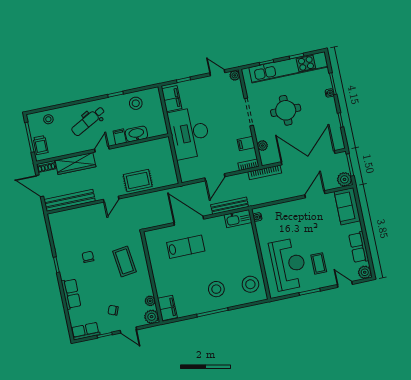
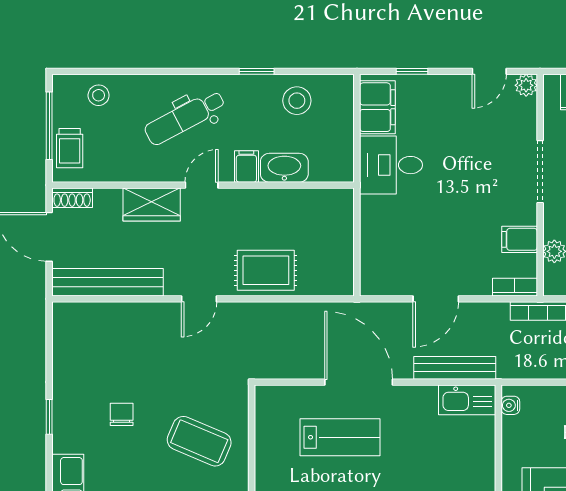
door: (217, 73) -> (489, 71), swing flipped
desk: (189, 133) -> (391, 165), width x0.53, depth x0.77
wardrobe: (75, 163) -> (152, 204), width x0.67
coffee table: (124, 261) -> (199, 441), turned -60

